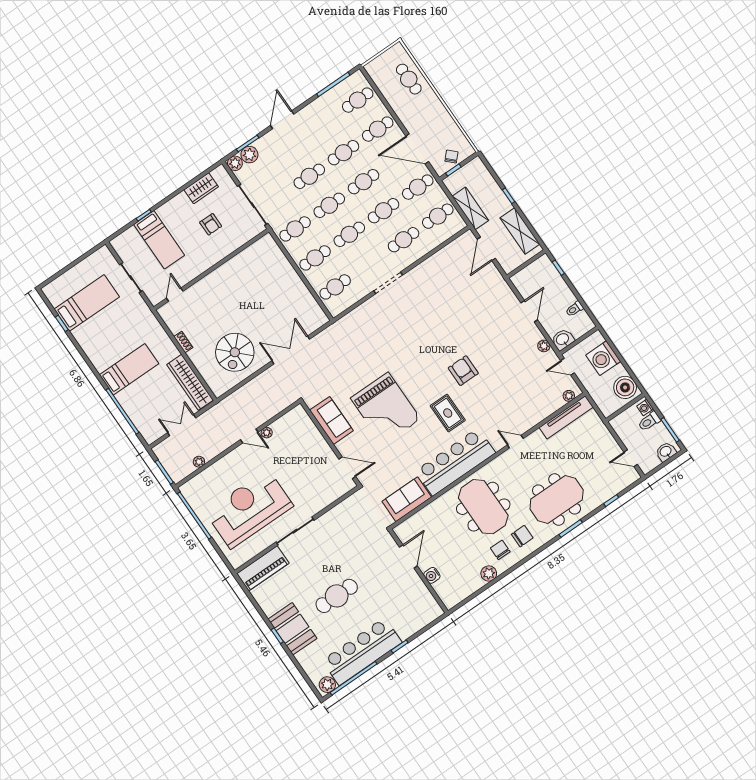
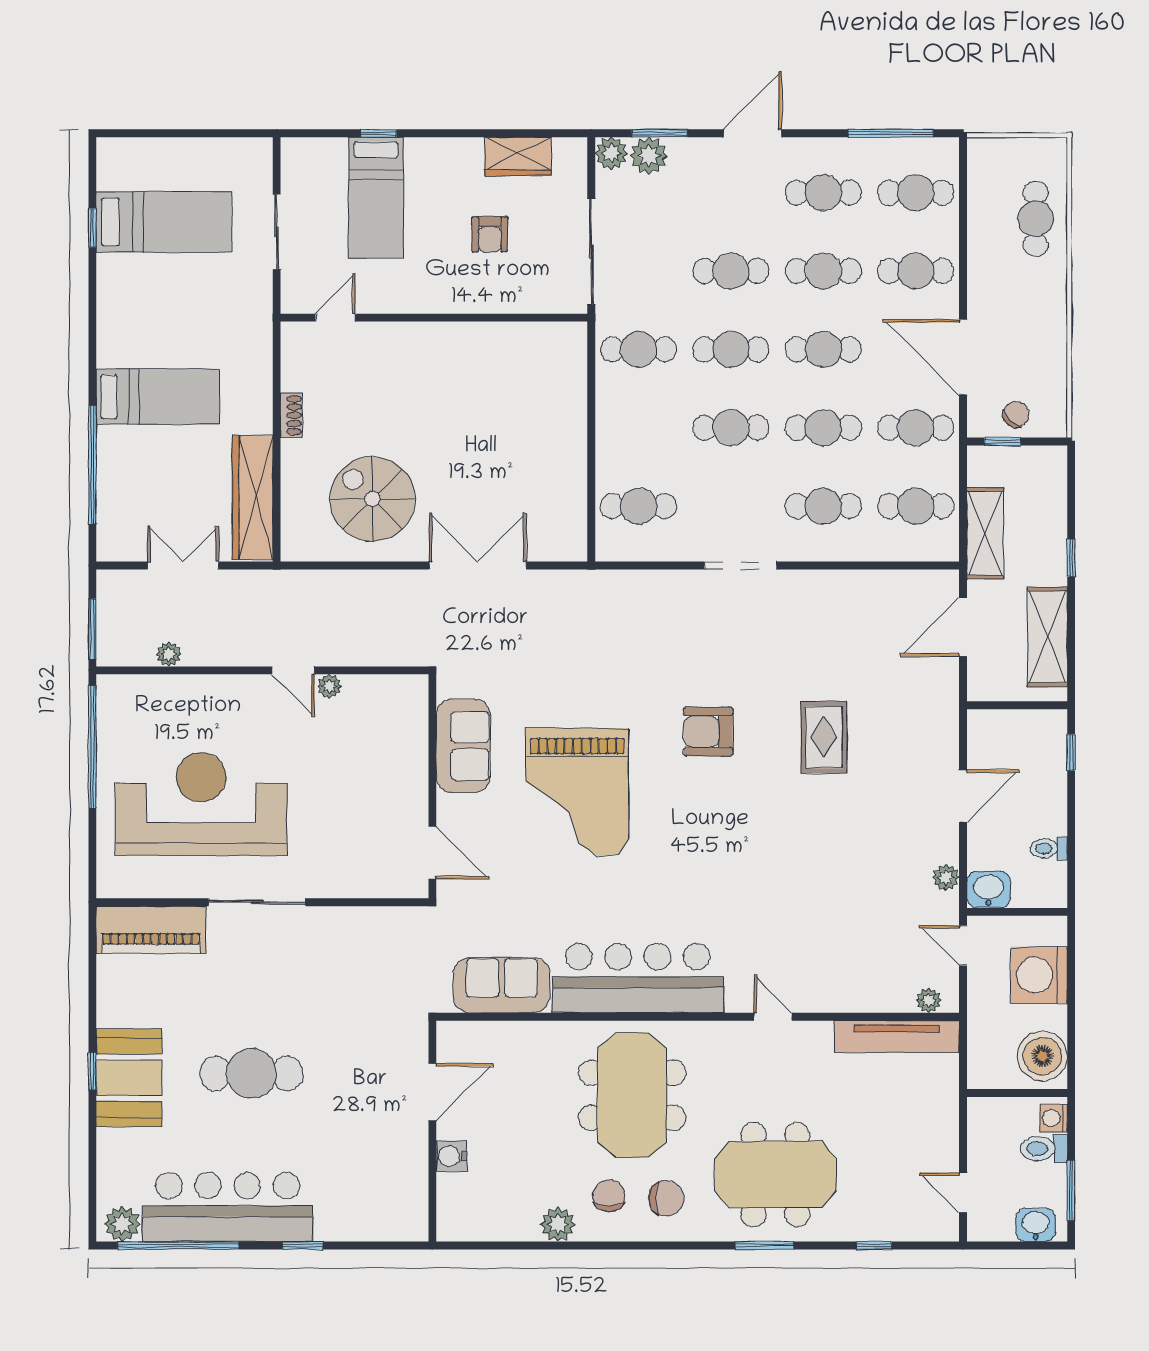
cafe table: (315, 258) -> (823, 193), moved
spiral stairs: (235, 352) -> (373, 499), turned 90
armchair: (463, 371) -> (708, 732), moved, turned -90
rug: (448, 413) -> (824, 737), moved

